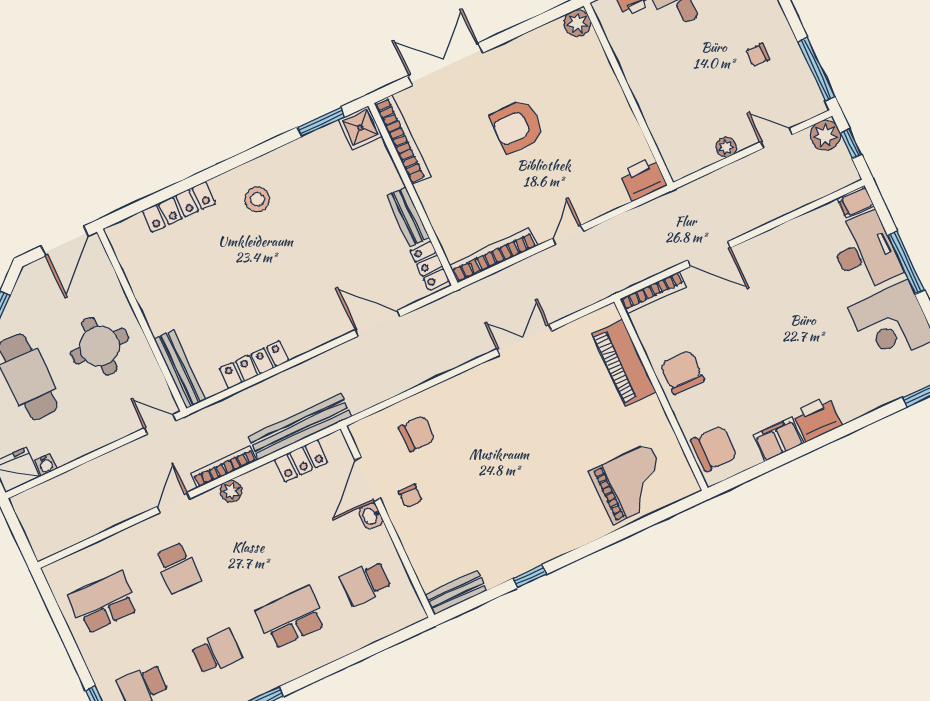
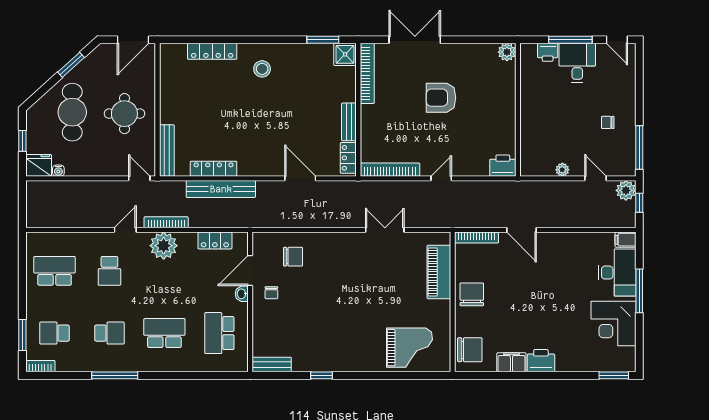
bench: (300, 426) -> (221, 189), moved
plant: (231, 491) -> (164, 246), width x1.88, depth x1.88
school desk: (365, 583) -> (219, 333), width x1.85

